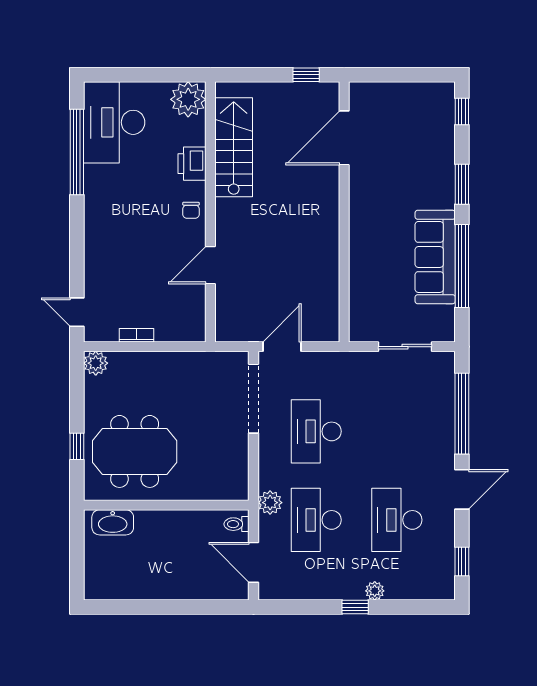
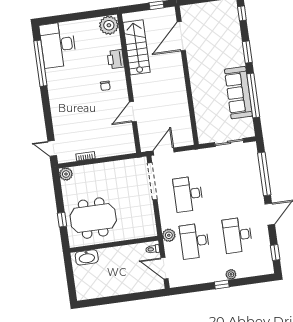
plant: (188, 99) -> (109, 25), moved
stairs: (234, 147) -> (137, 47), moved
printer: (192, 164) -> (116, 59), moved
wall: (210, 212) -> (129, 83), moved
door: (210, 265) -> (133, 112), moved

